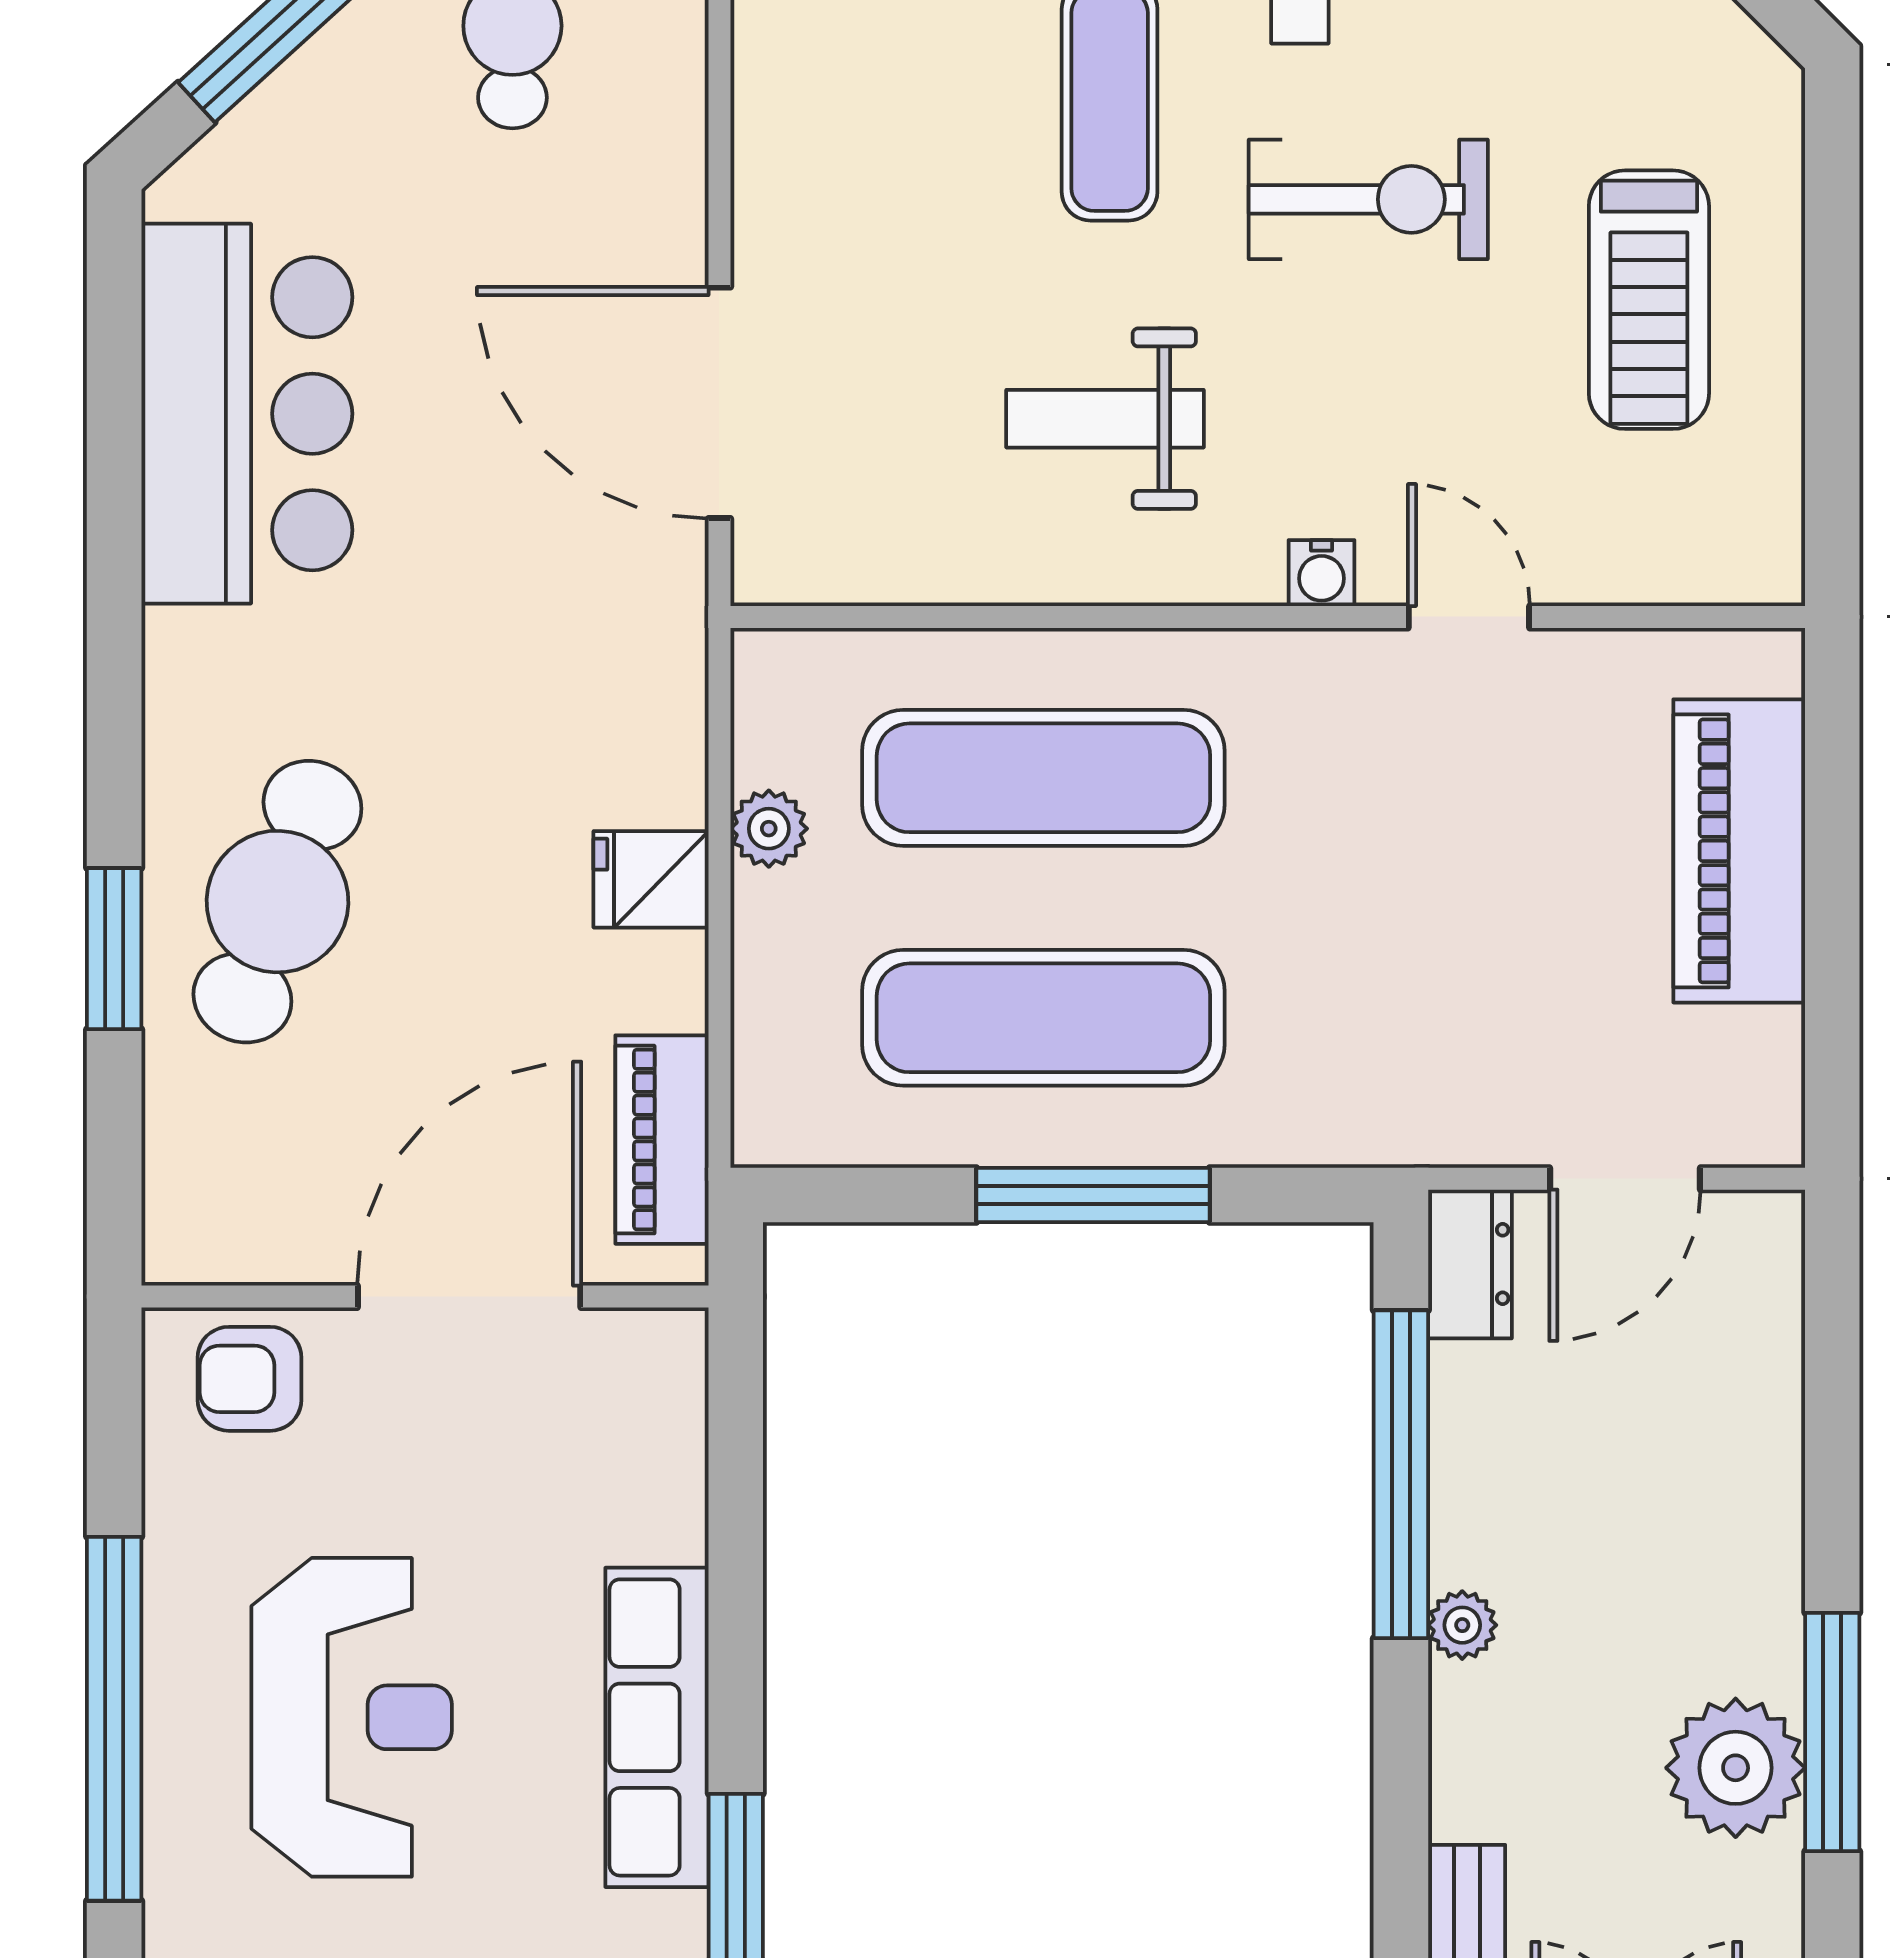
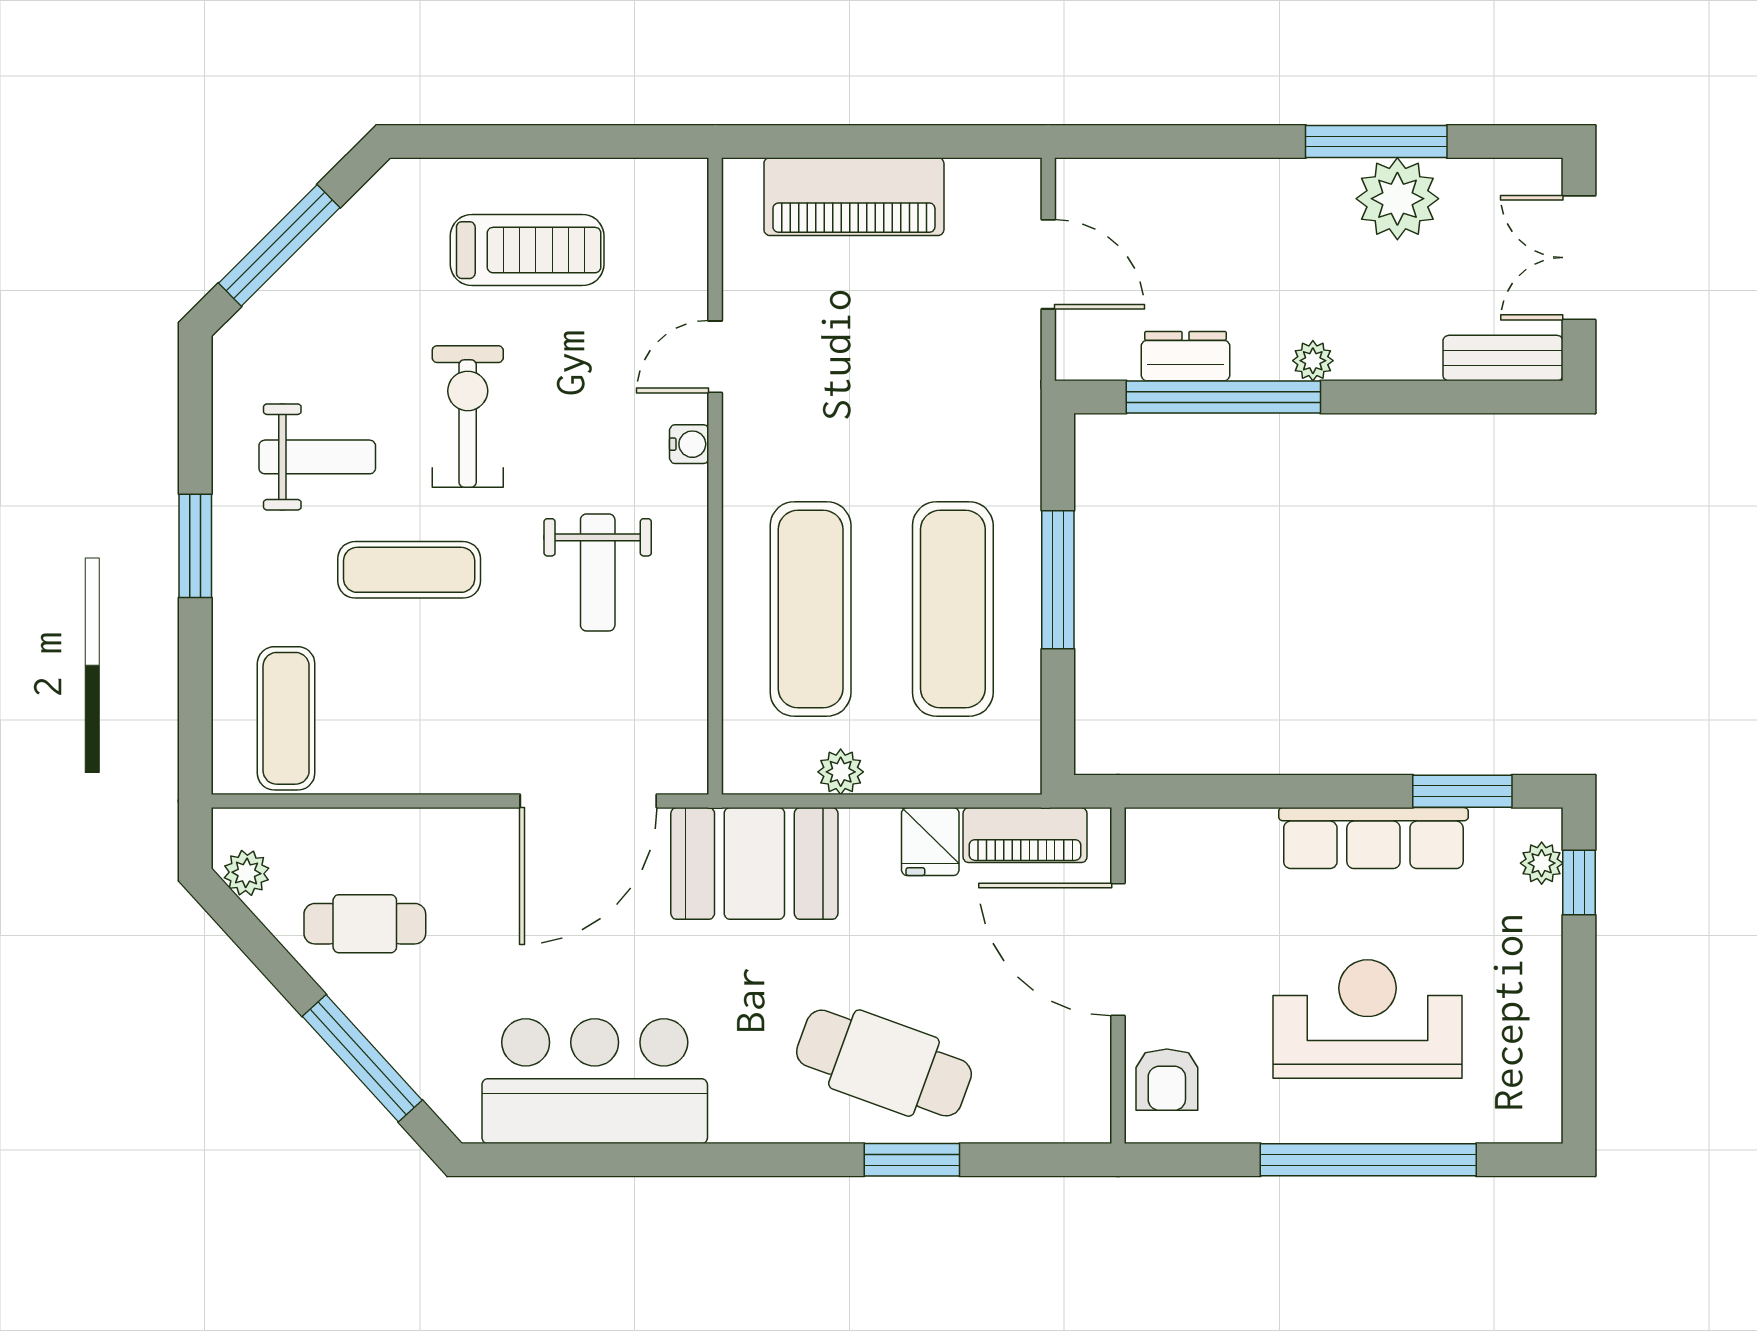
booth: (614, 683) -> (754, 863), added
fridge: (651, 879) -> (930, 842), moved
dresser: (1470, 1264) -> (1186, 356), moved

